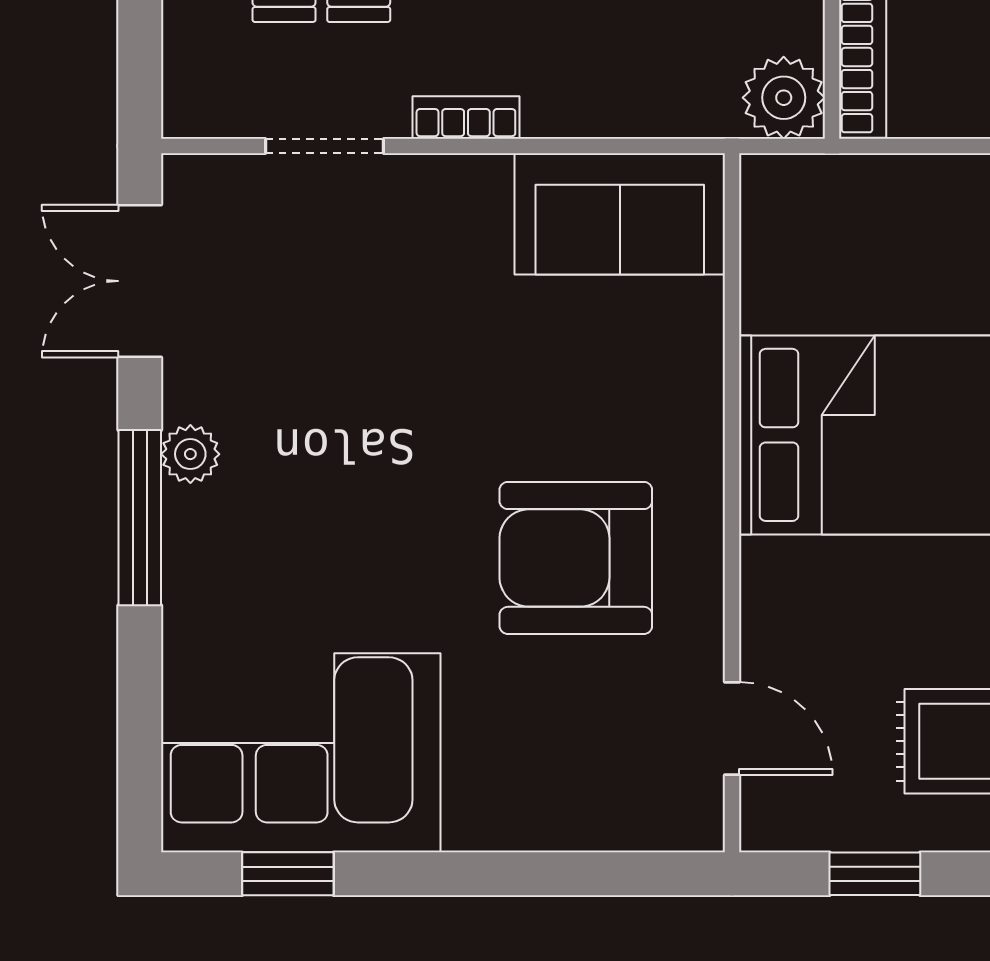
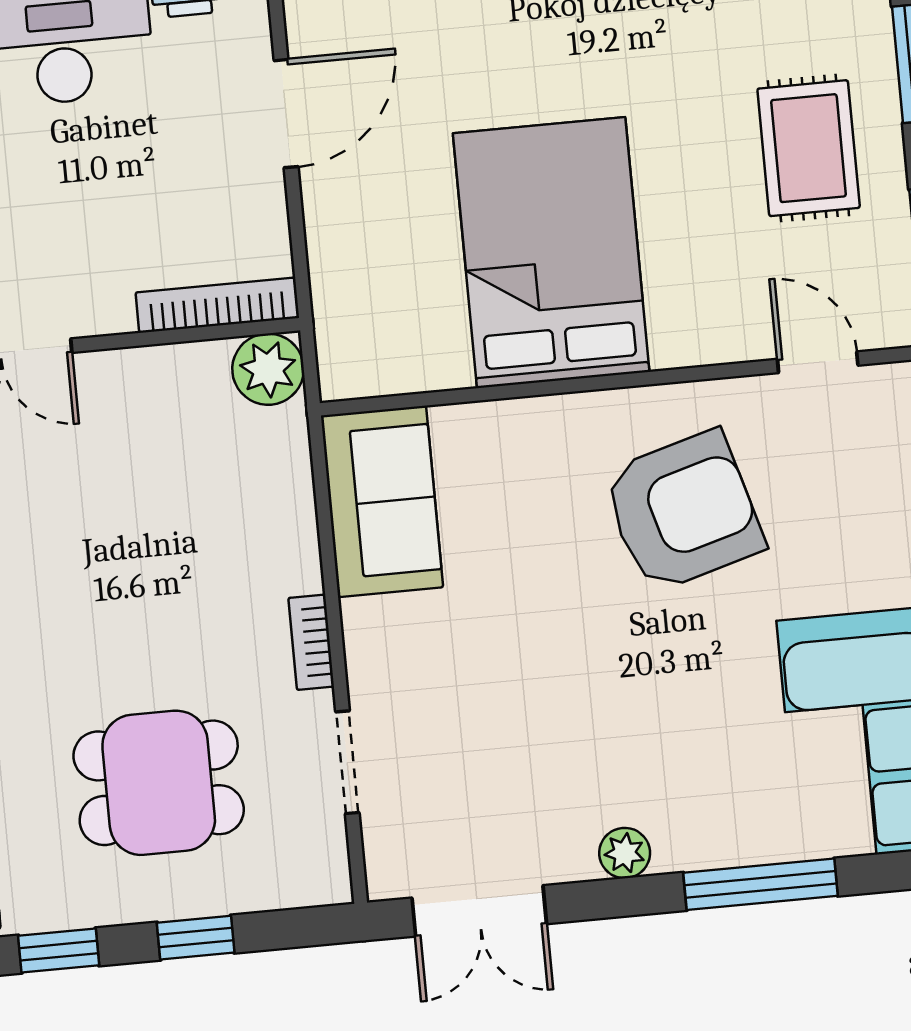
window: (140, 518) -> (761, 884), moved
armchair: (576, 558) -> (683, 511), turned -106
door: (732, 729) -> (818, 362), hinge flipped

